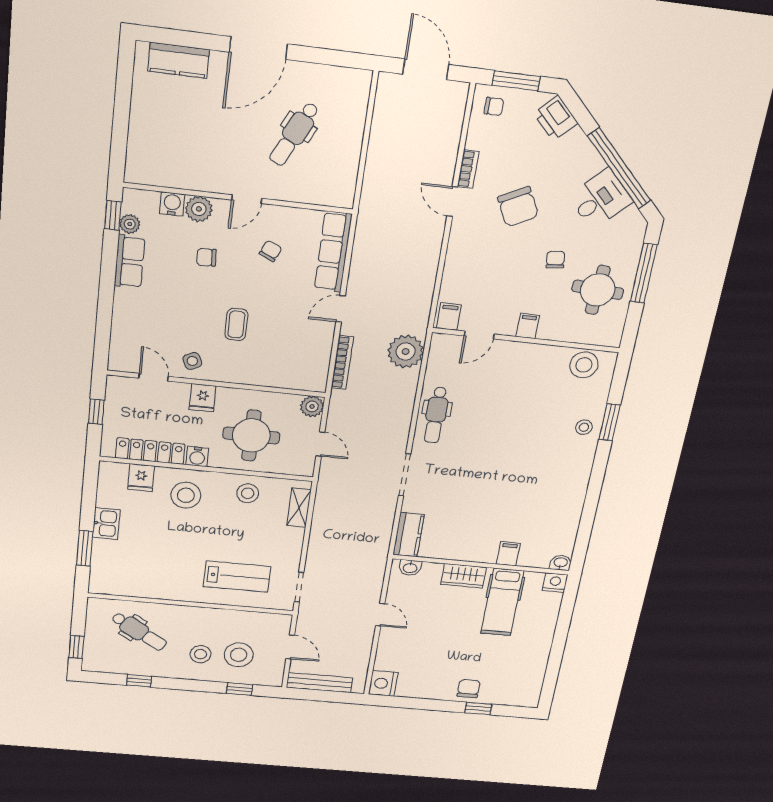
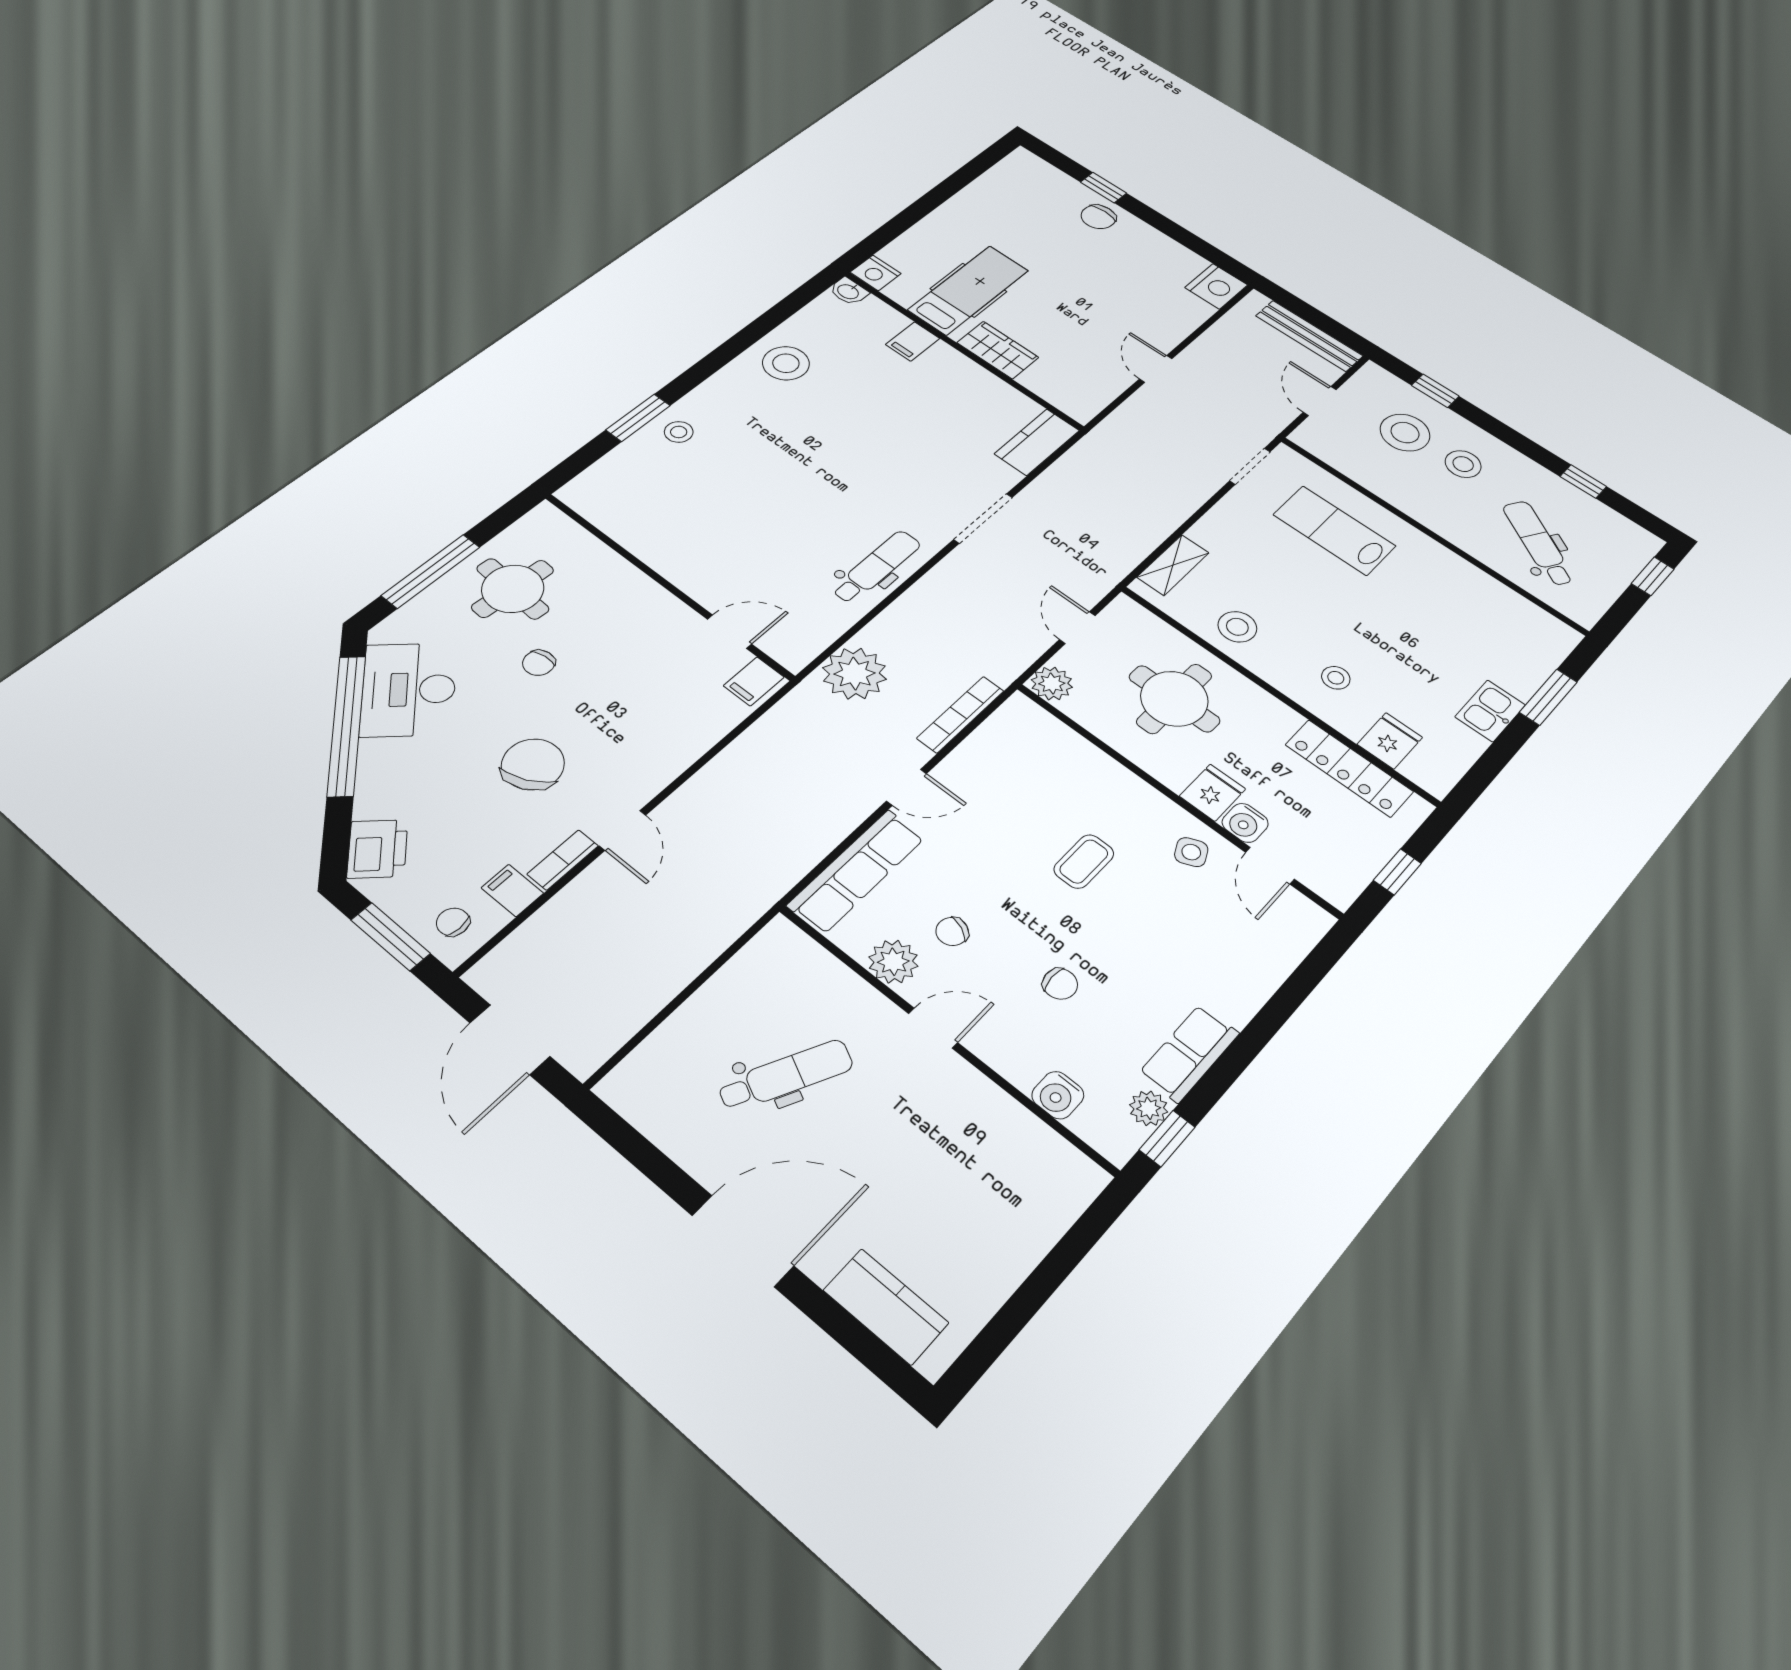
desk: (600, 199) -> (409, 689), width x1.37
plant: (199, 209) -> (893, 962), moved
filing cabinet: (528, 326) -> (512, 890), moved, turned 90
stool: (584, 365) -> (786, 363), moved
water cooler: (197, 457) -> (1245, 823), moved, turned 180
stool: (186, 495) -> (1336, 678), width x0.53, depth x0.53
washbasin: (410, 568) -> (1067, 401), removed

